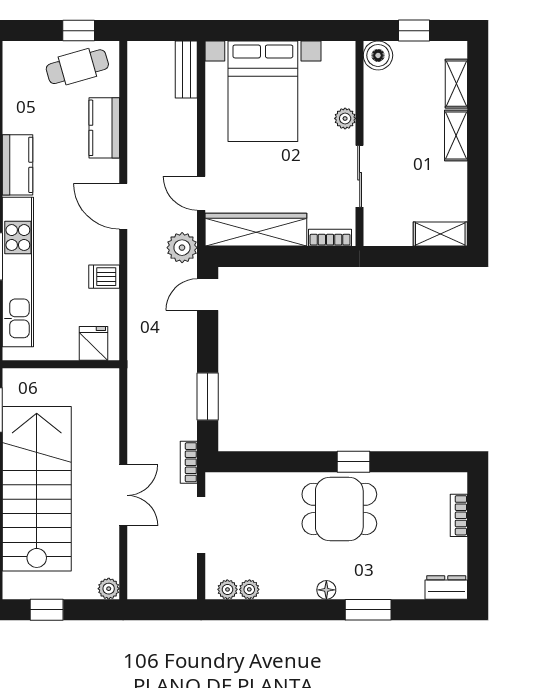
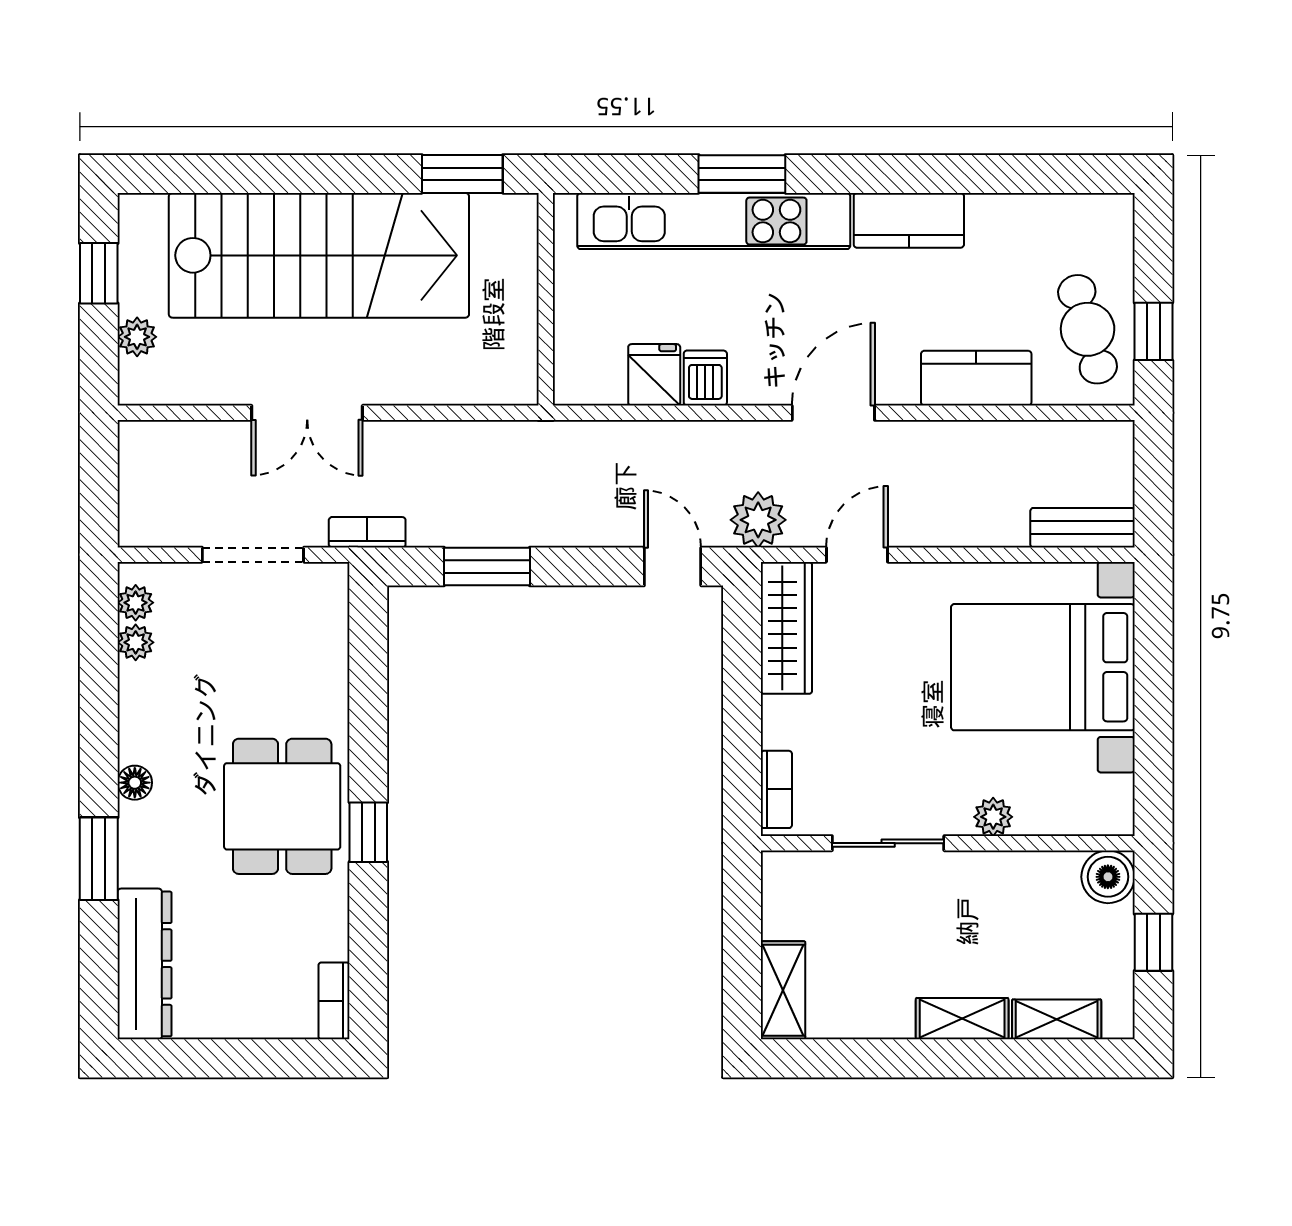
wardrobe: (256, 230) -> (786, 628), width x0.71, depth x0.85
fridge: (93, 343) -> (654, 375), moved, turned -90
bookcase: (459, 515) -> (334, 1001), moved, turned -90
dresser: (446, 587) -> (145, 964), width x1.96, depth x1.24
plant: (109, 589) -> (137, 337), moved

